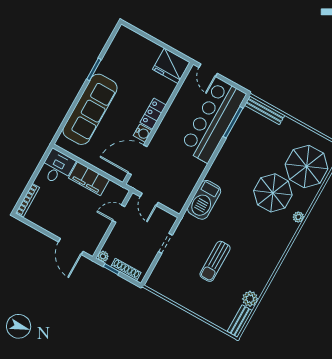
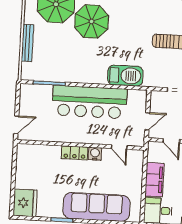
fridge: (171, 66) -> (25, 203), moved
bench: (265, 110) -> (27, 43), moved
bar counter: (213, 121) -> (90, 102), moved
door: (137, 160) -> (119, 147), width x0.53

